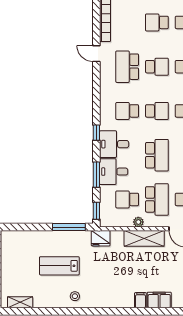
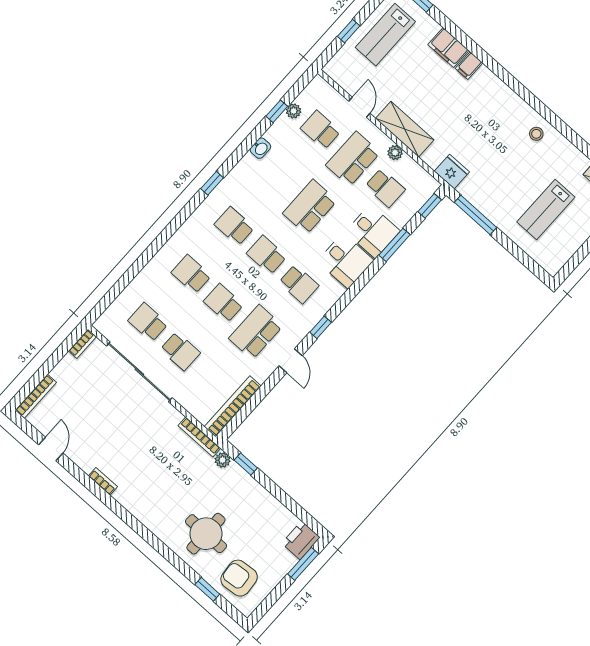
door: (96, 54) -> (291, 361), moved
school desk: (127, 67) -> (256, 332), turned 180
window: (96, 133) -> (321, 327), moved
lab bench: (59, 266) -> (546, 209), moved, turned 90

